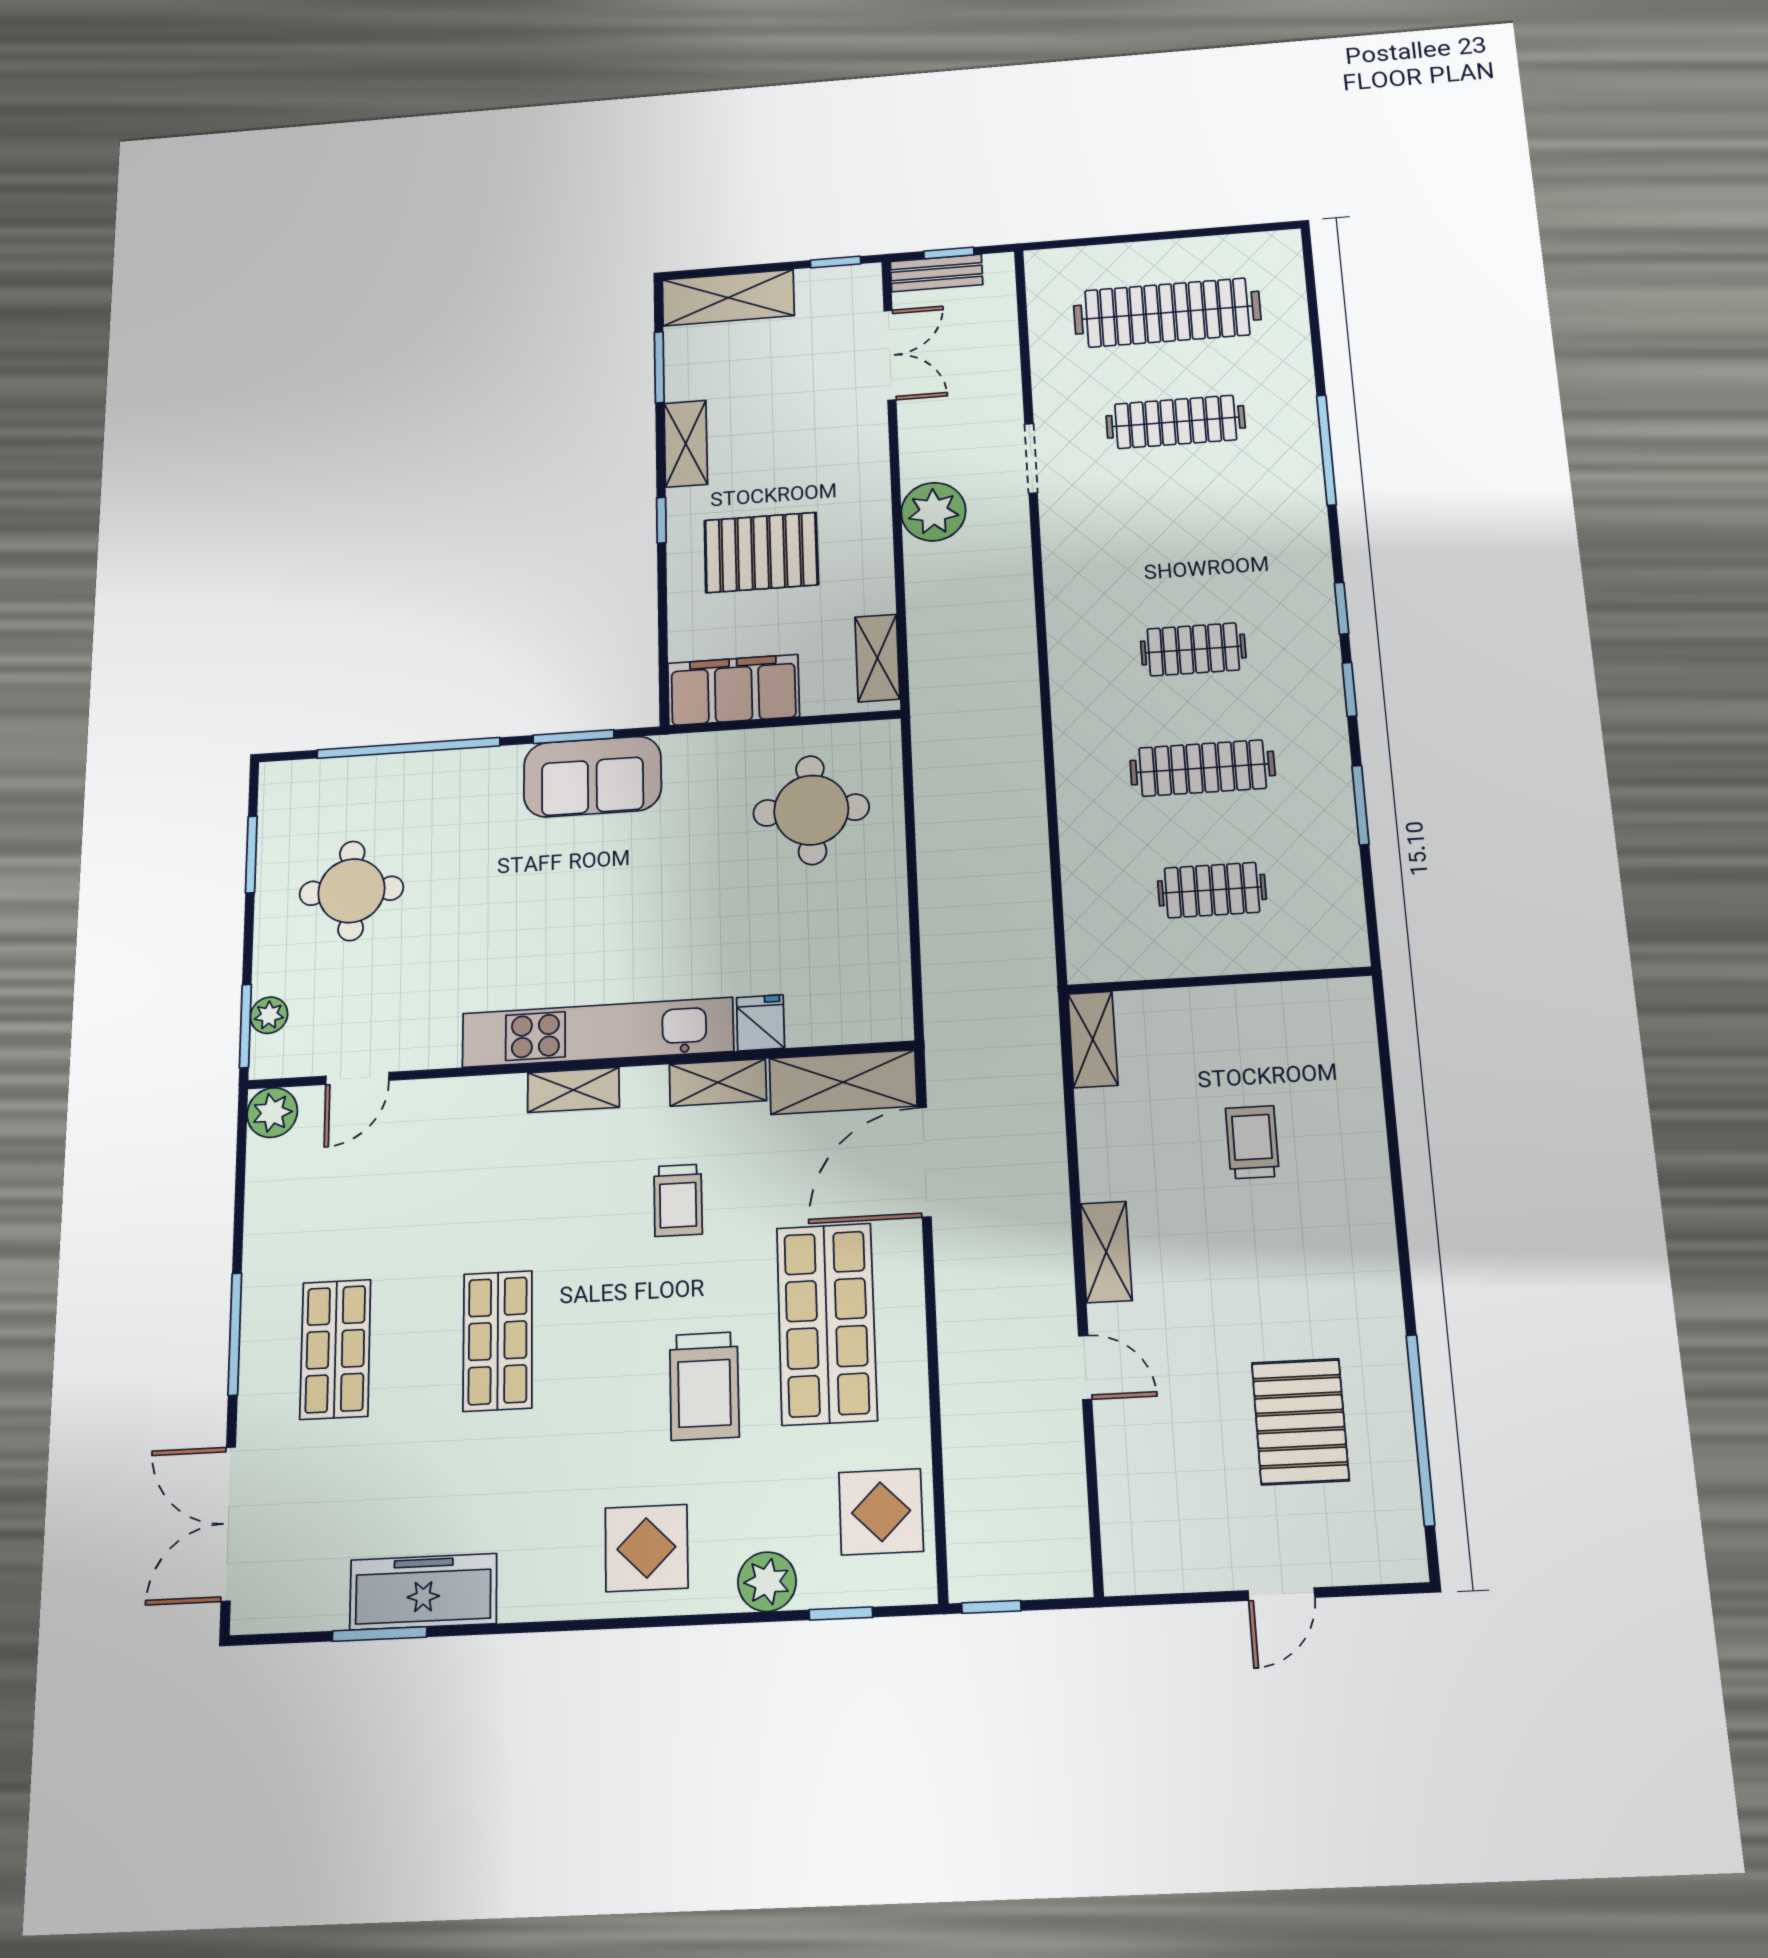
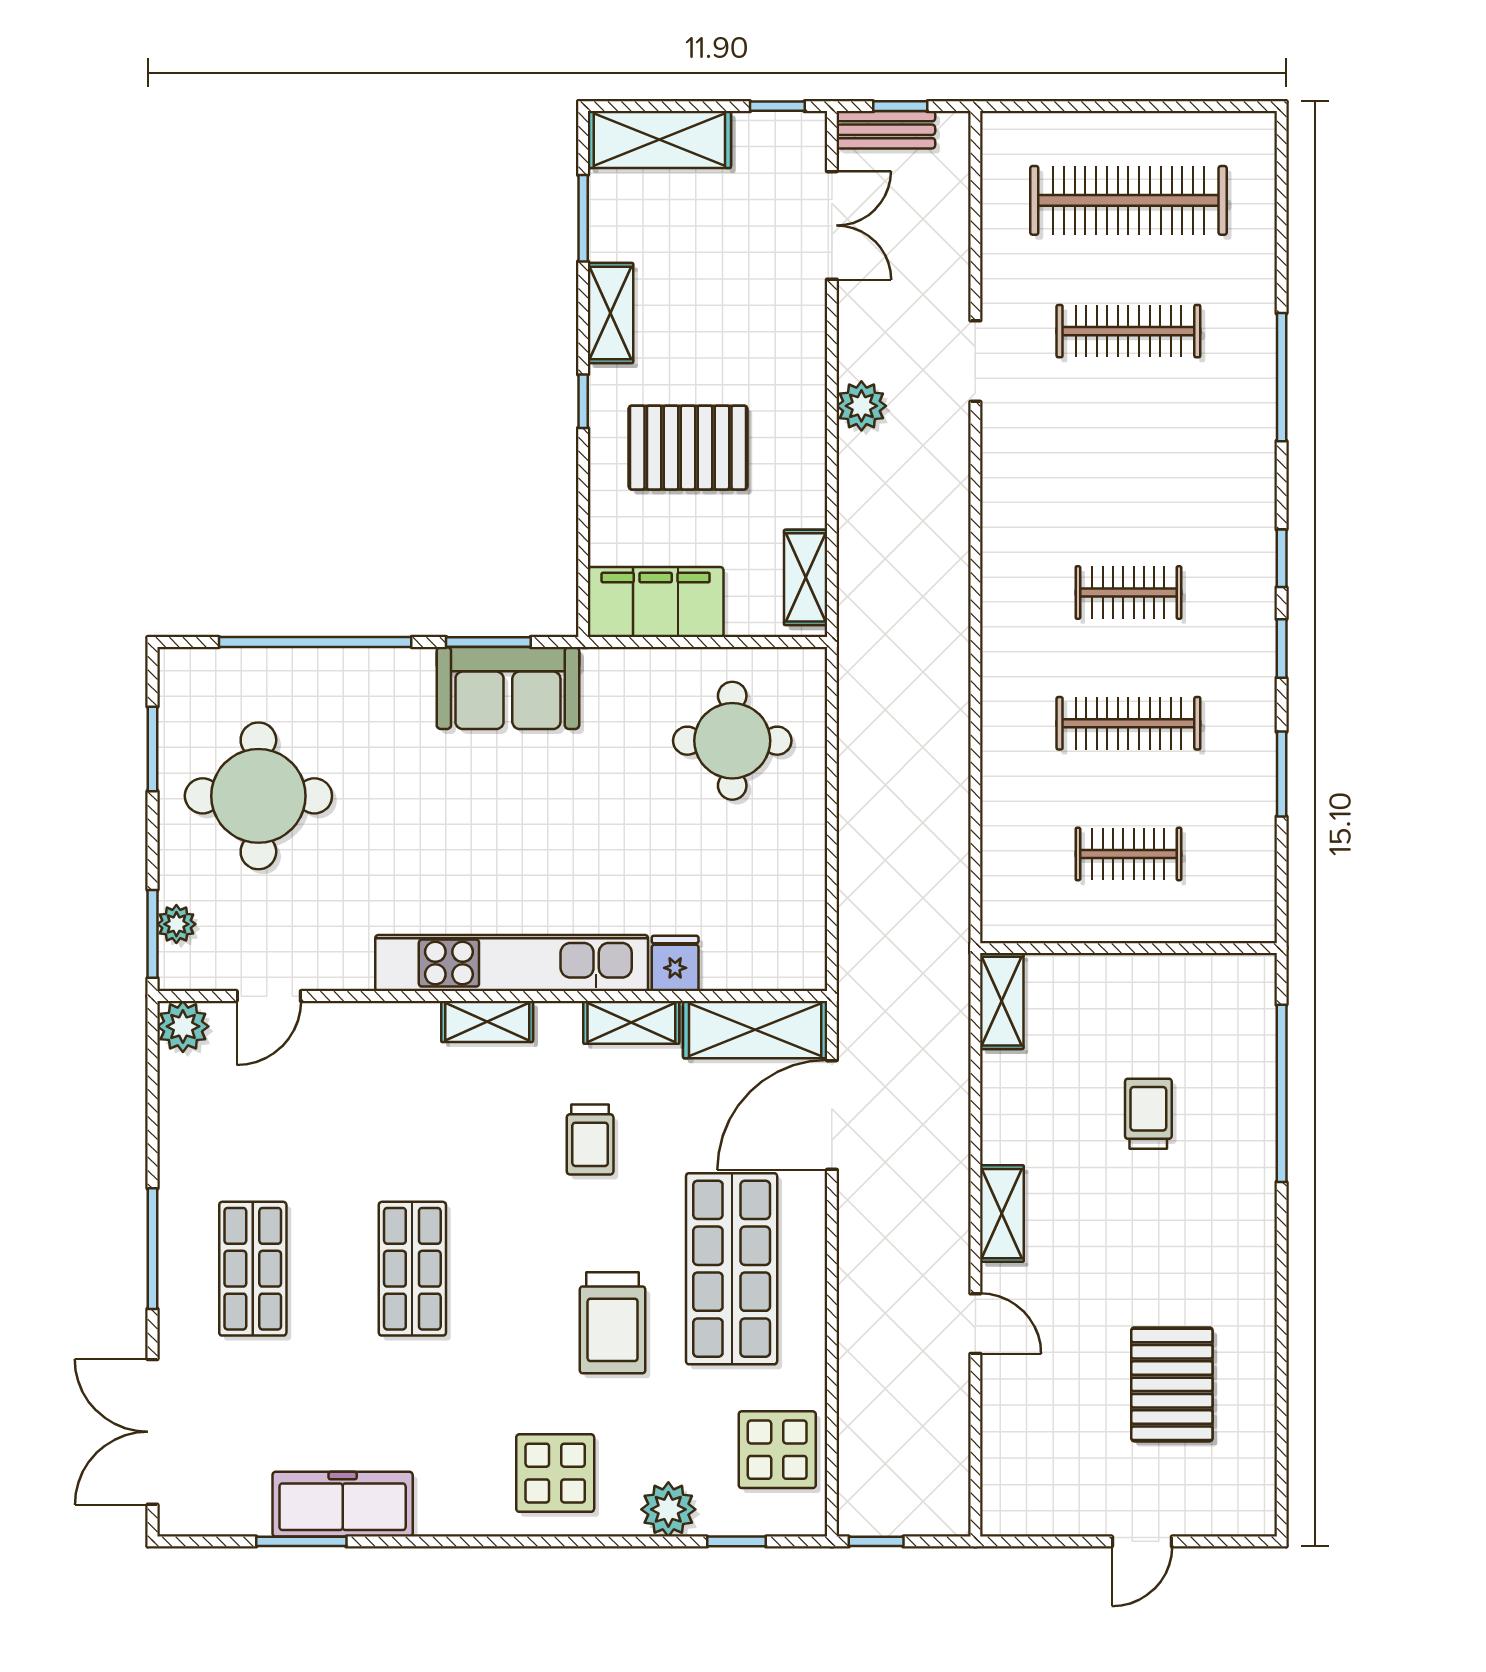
plant: (933, 512) -> (861, 406), width x0.73, depth x0.73
round table: (351, 891) -> (258, 796), width x1.36, depth x1.36
window: (1420, 1430) -> (1282, 1093), moved

